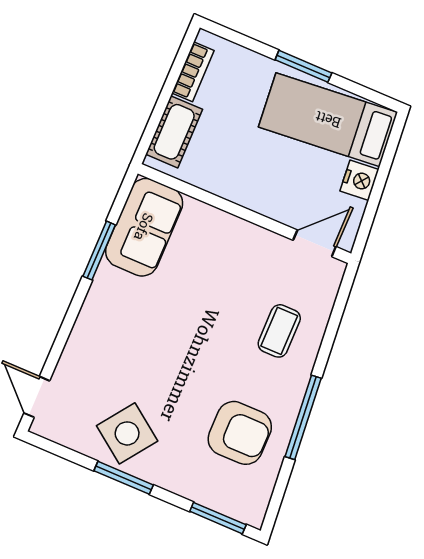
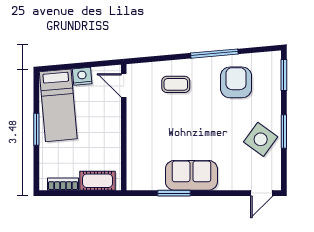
sofa: (144, 227) -> (191, 175), moved

